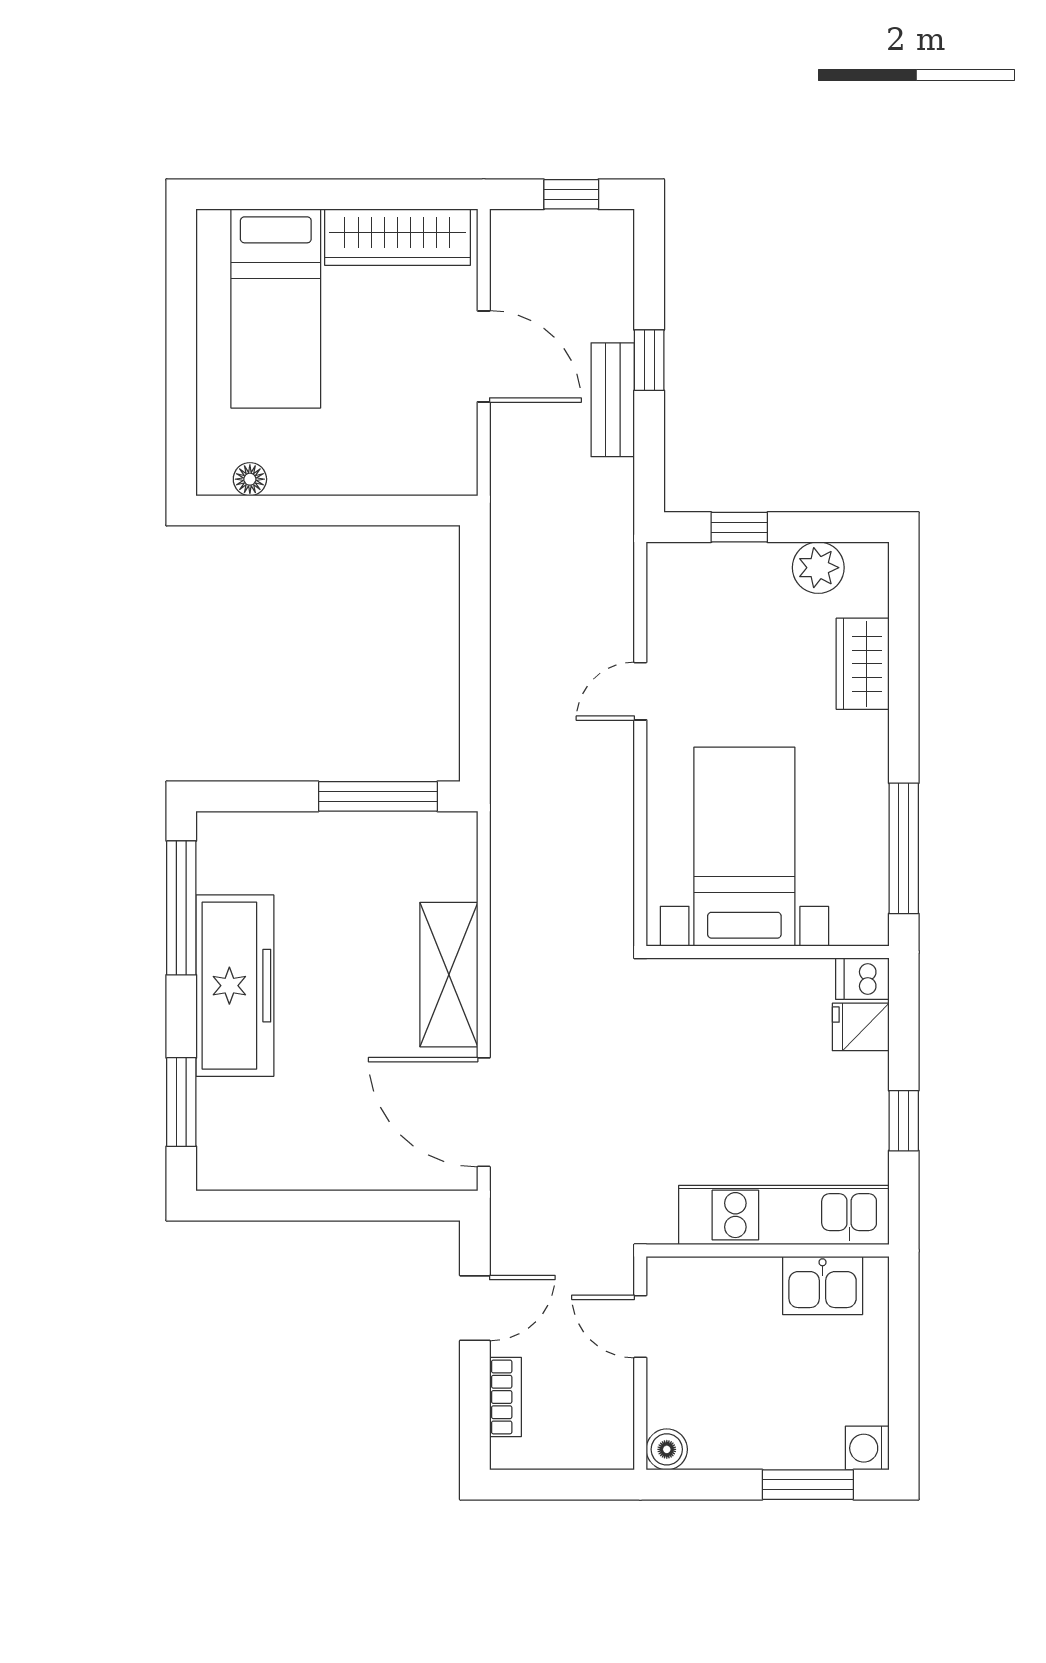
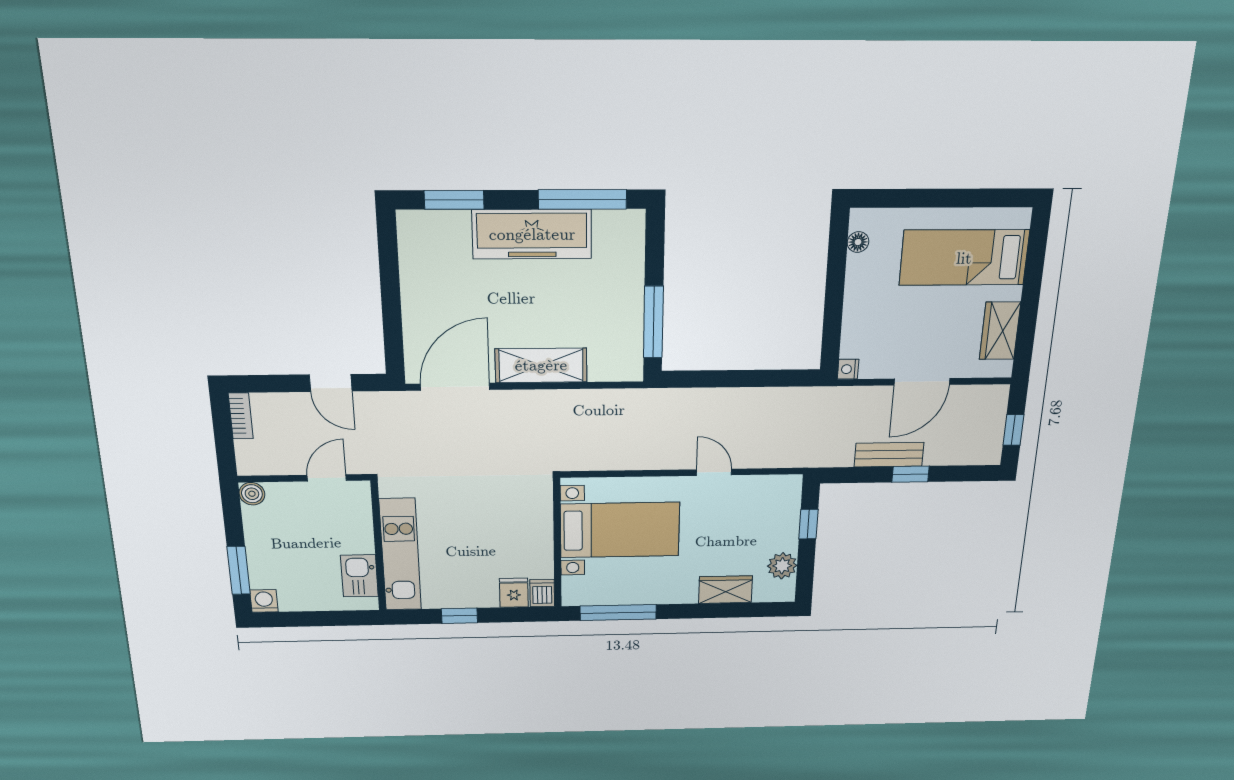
wardrobe: (397, 237) -> (1000, 331), width x0.67
nightstand: (461, 480) -> (848, 369), added
bookcase: (505, 1397) -> (241, 416), moved, turned -90

